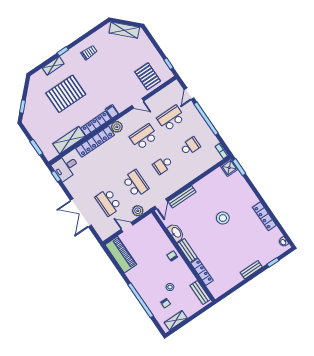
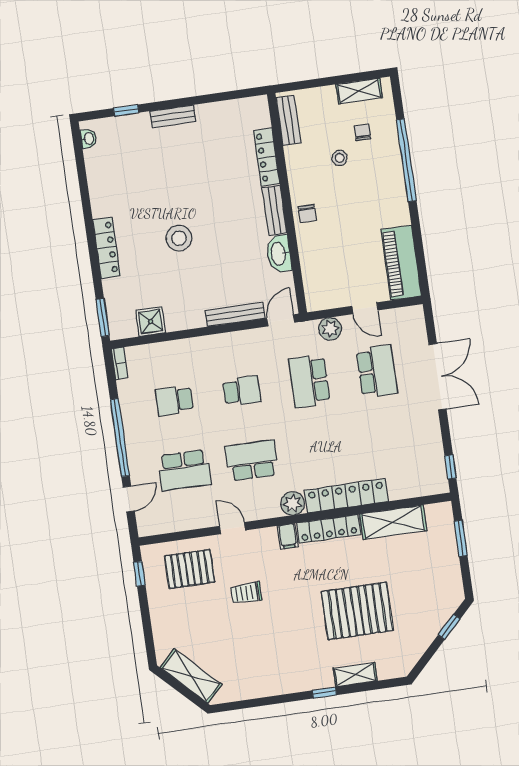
trolley: (89, 53) -> (246, 593), moved
pallet: (148, 76) -> (190, 569), turned 90
school desk: (144, 137) -> (252, 460), turned 180
desk: (66, 167) -> (424, 475), removed
shower: (229, 168) -> (151, 321), moved
locker: (264, 216) -> (107, 248), moved

